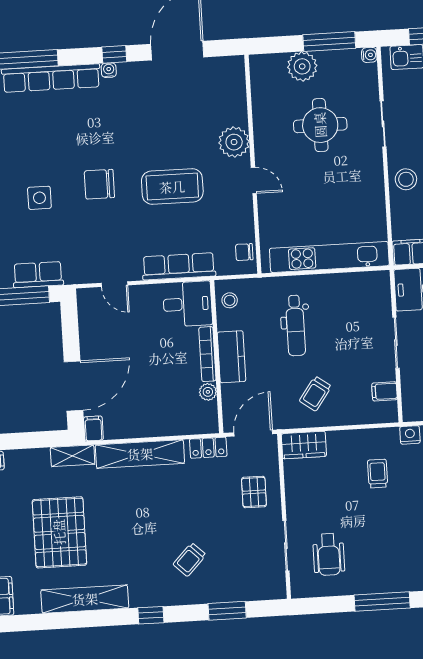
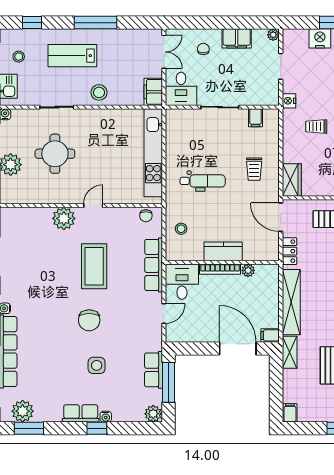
desk: (188, 304) -> (182, 282), moved
bookcase: (207, 354) -> (220, 269), moved
wall: (217, 357) -> (222, 262), moved
kitchen counter: (232, 357) -> (223, 251), moved
plant: (208, 392) -> (248, 270), moved
trolley: (315, 394) -> (254, 169), turned 54

